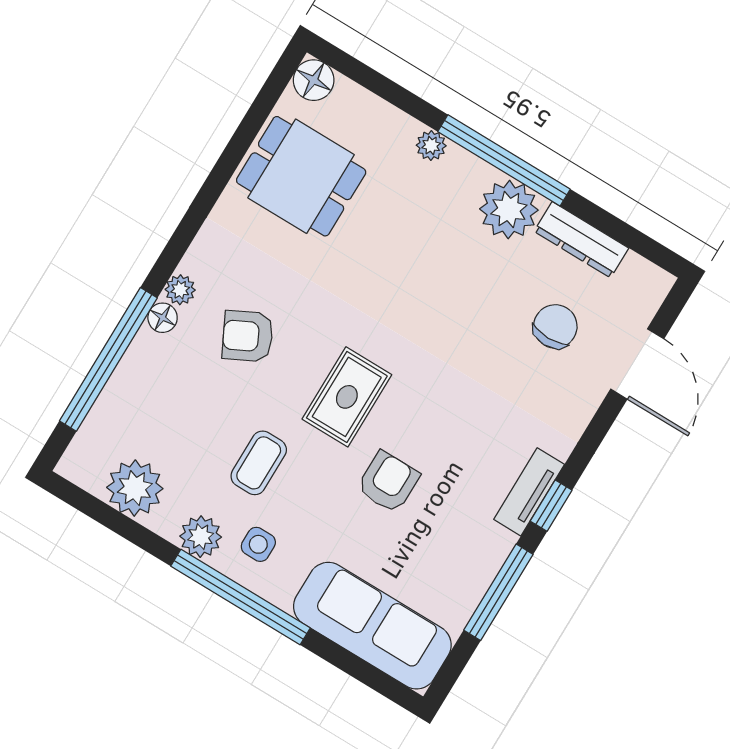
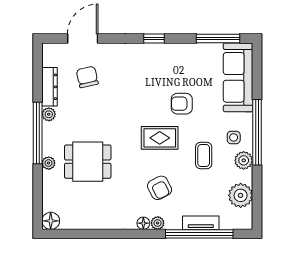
dining table: (301, 176) -> (88, 162), moved, turned 90
plant: (509, 210) -> (49, 114), width x0.53, depth x0.53
floor lamp: (163, 318) -> (143, 223), moved
chair: (555, 326) -> (87, 77), turned 77
coffee table: (259, 463) -> (204, 155), turned 90
tv unit: (529, 492) -> (201, 223), moved, turned 180
window: (498, 592) -> (218, 39), moved

